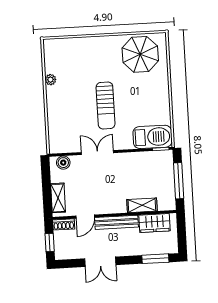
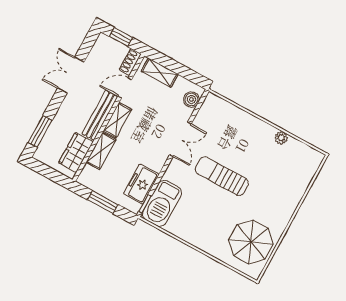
freezer: (148, 161) -> (141, 184), added
window: (179, 181) -> (103, 202), width x0.69
shelving: (112, 207) -> (117, 120), added
door: (85, 217) -> (125, 88), hinge flipped

